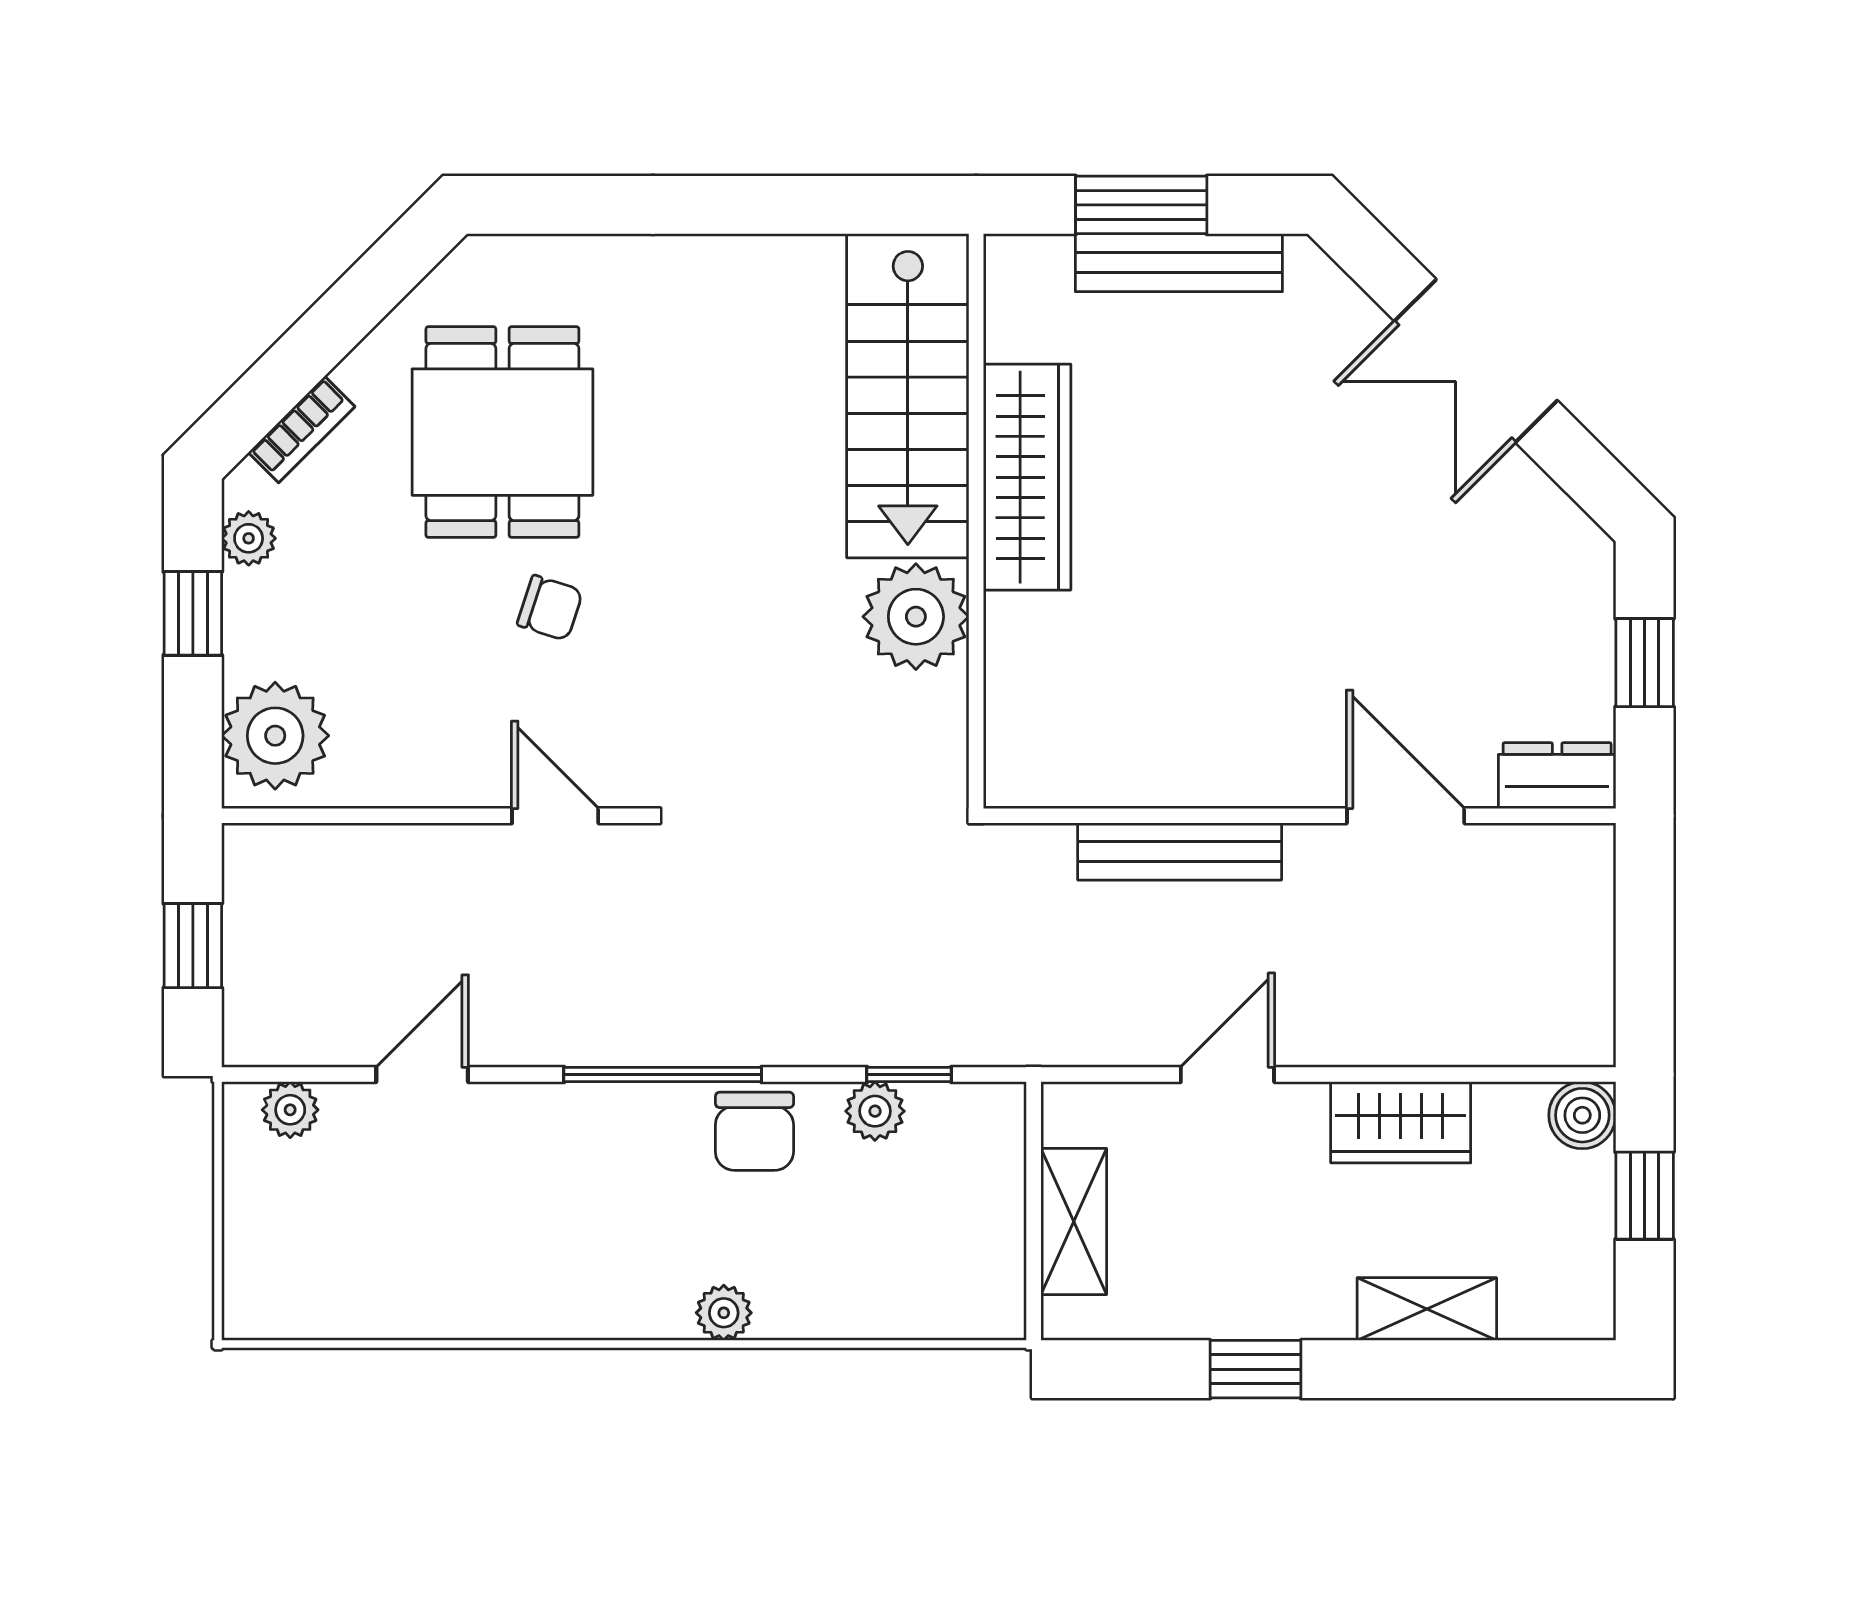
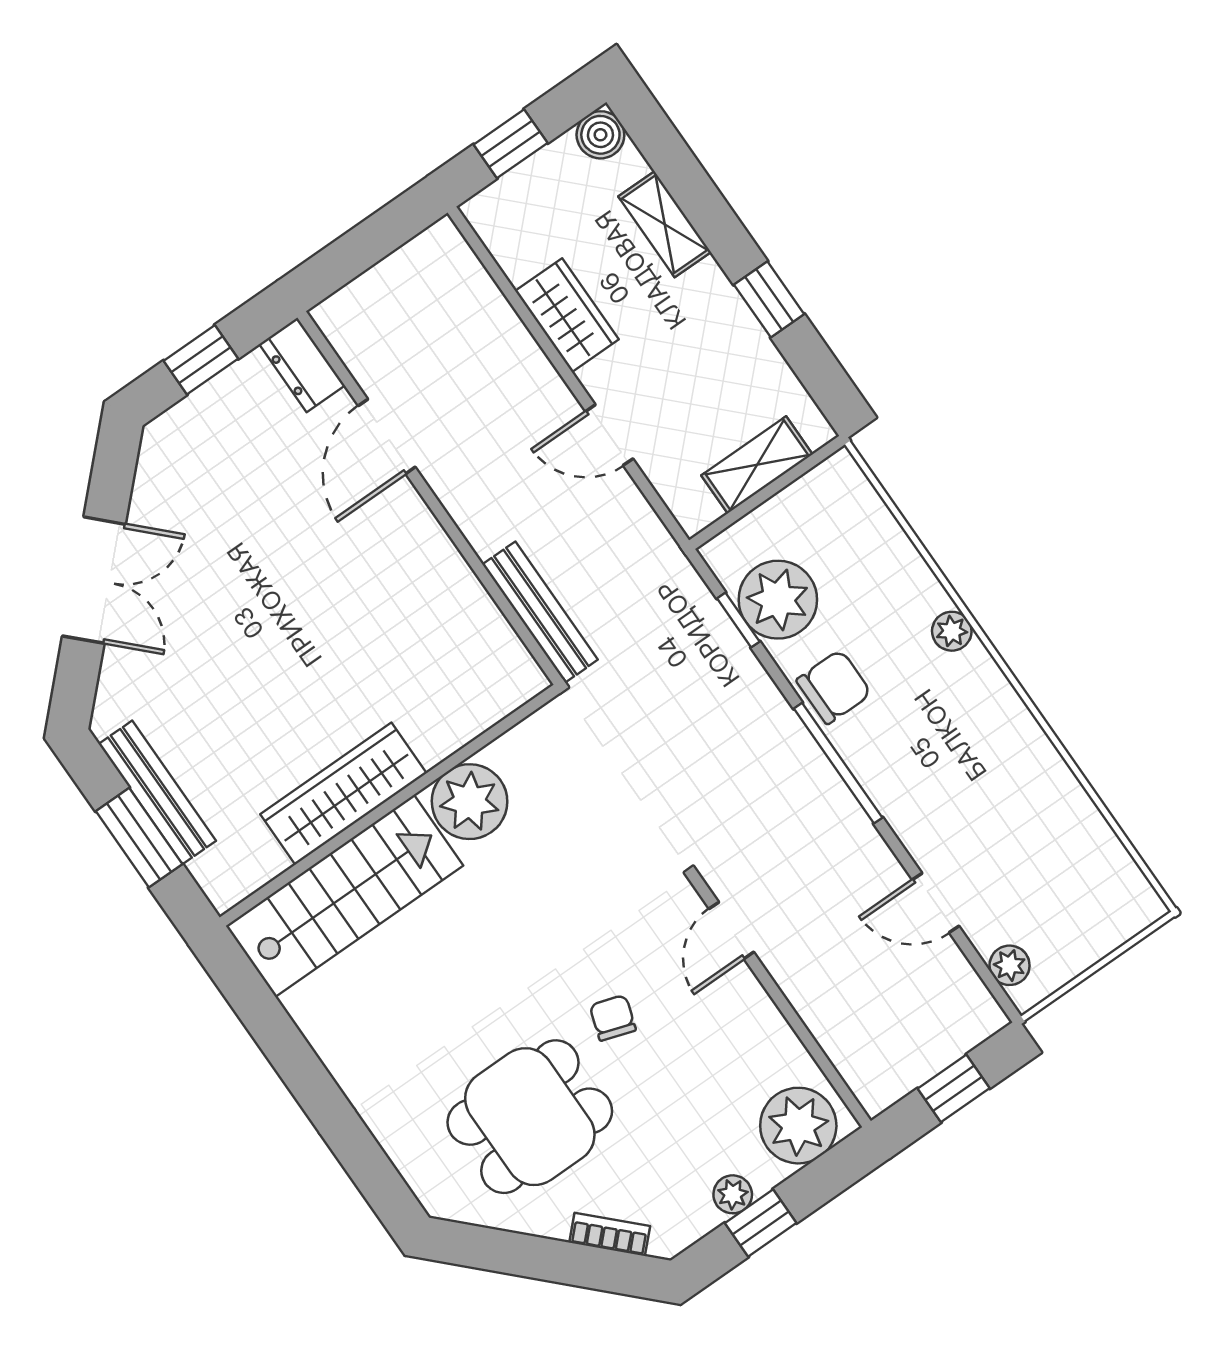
plant: (249, 538) -> (733, 1194), moved
bench: (1180, 852) -> (540, 612), moved
plant: (875, 1111) -> (778, 600), width x1.87, depth x1.87
boiler: (1582, 1115) -> (600, 135), moved

